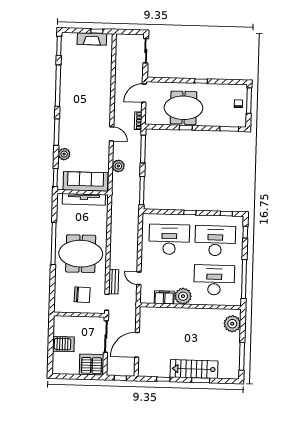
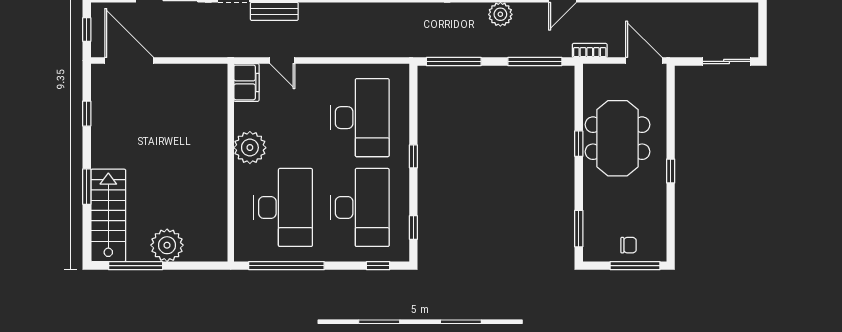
door: (139, 278) -> (282, 60), swing flipped
filing cabinet: (164, 297) -> (246, 82), moved
plant: (232, 324) -> (167, 245), moved
door: (137, 345) -> (129, 60), moved
stairs: (194, 369) -> (108, 215), moved

